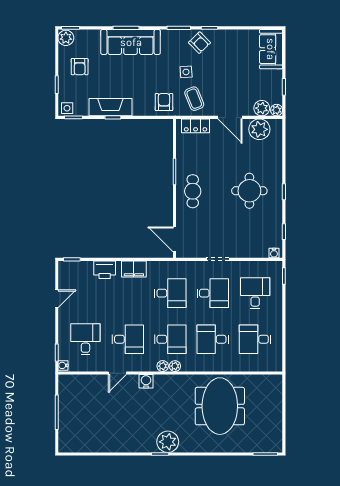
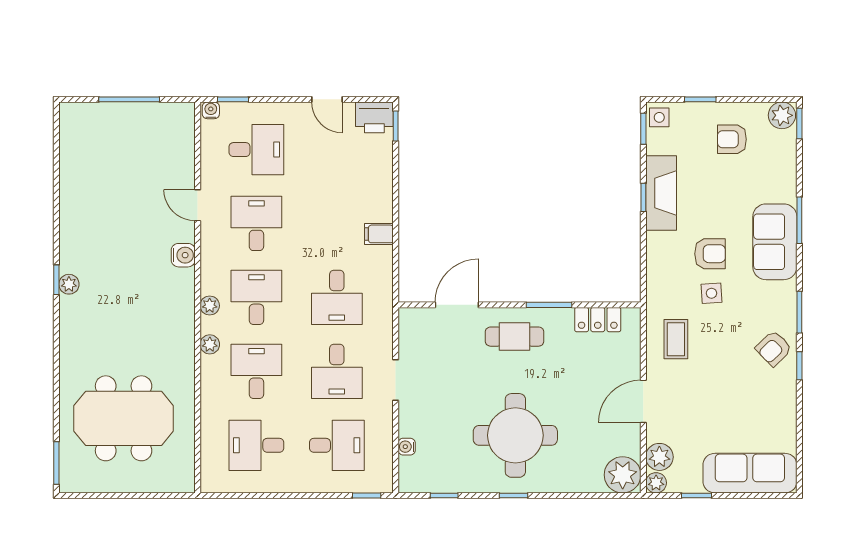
sofa: (131, 42) -> (775, 242), width x0.73
sofa: (271, 49) -> (750, 473), width x1.36
side table: (186, 72) -> (711, 293), moved
coffee table: (194, 99) -> (676, 339), turned -68
armchair: (164, 102) -> (710, 254), moved
locker: (196, 126) -> (598, 320), moved, turned -90
plant: (259, 129) -> (623, 475), moved
round table: (249, 191) -> (515, 435), width x1.36, depth x1.36
door: (175, 239) -> (457, 305), moved
water cooler: (274, 253) -> (407, 447), moved
filing cabinet: (134, 269) -> (379, 234), width x0.50
printer: (105, 270) -> (374, 117), moved, turned -90
desk: (128, 339) -> (256, 223), turned 180
desk: (170, 339) -> (256, 297), turned 180
desk: (255, 339) -> (256, 445), turned -90
plant: (163, 366) -> (210, 344), moved
meeting table: (220, 406) -> (124, 418), moved
plant: (168, 442) -> (69, 284), width x0.53, depth x0.53

